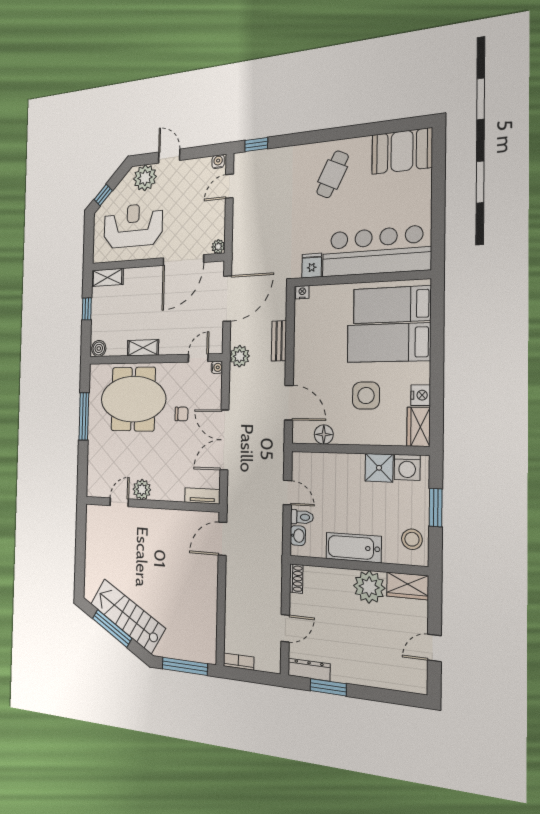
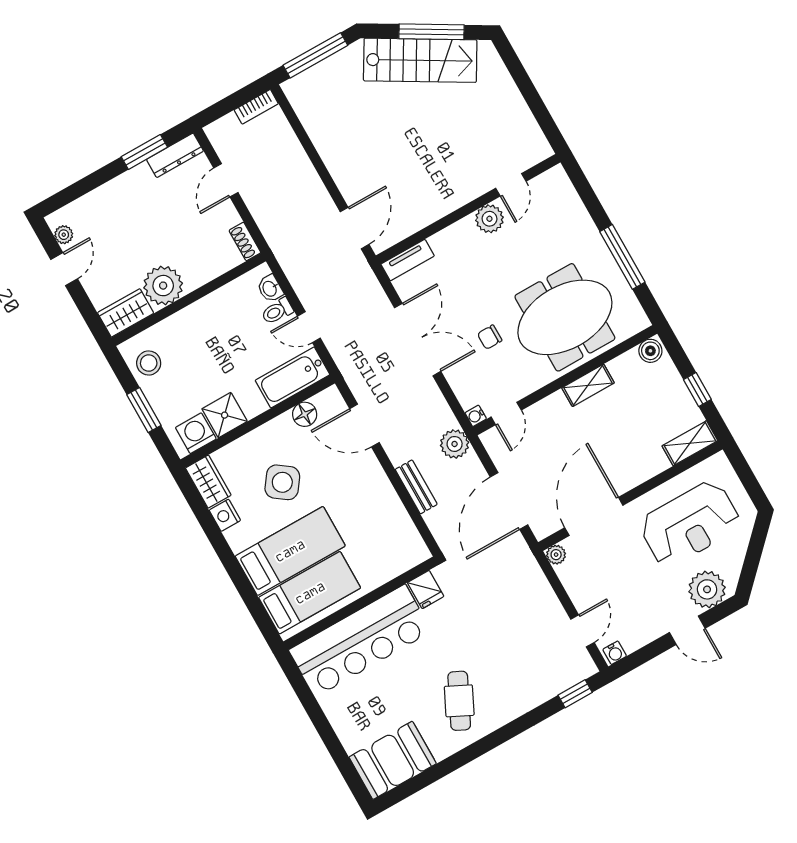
window: (103, 195) -> (757, 541), removed
nightstand: (302, 292) -> (420, 555), removed
side table: (366, 396) -> (282, 482), turned 36
bathtub: (353, 548) -> (293, 377), moved, turned 180
plant: (420, 672) -> (64, 235), added

